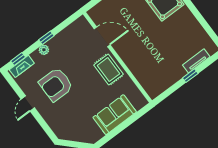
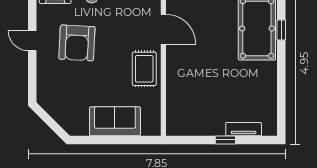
armchair: (56, 84) -> (77, 43), turned -87
door: (28, 104) -> (32, 41), hinge flipped

